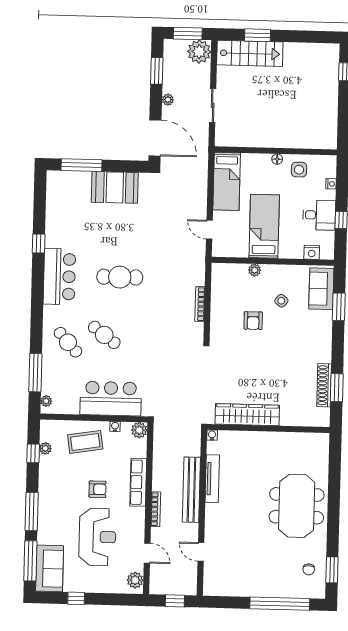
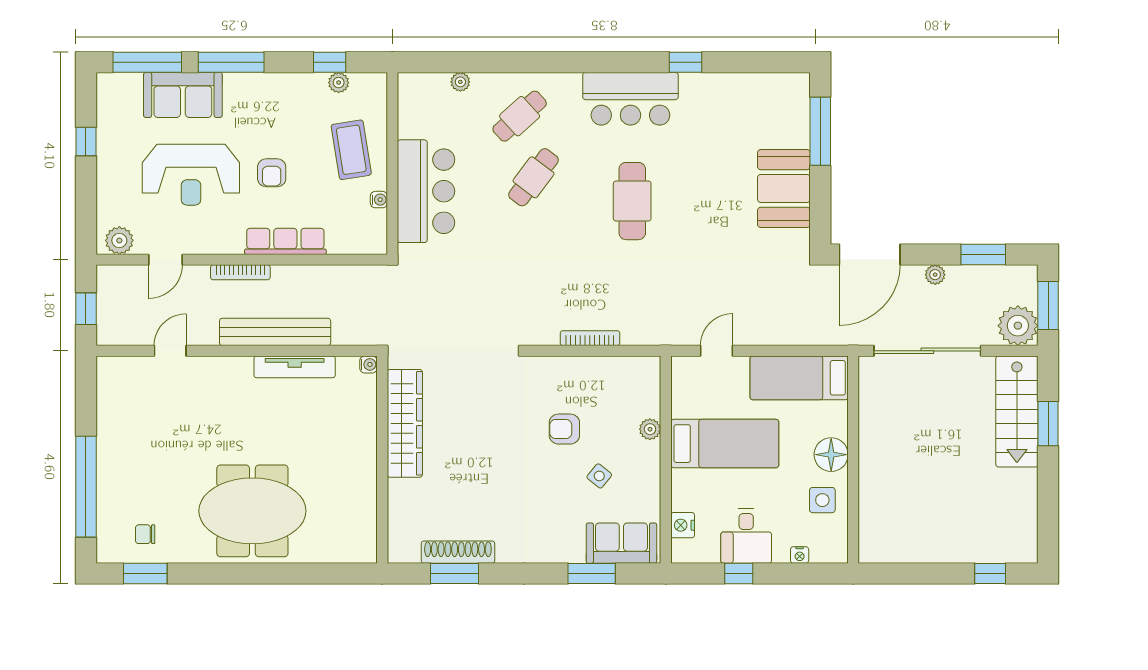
sliding door: (213, 105) -> (927, 351), width x1.86
floor lamp: (277, 159) -> (831, 455), width x1.89, depth x1.89
window: (35, 373) -> (466, 62), removed
plant: (46, 401) -> (460, 82), moved
plant: (139, 430) -> (374, 241), removed
sofa: (50, 568) -> (183, 95), moved

